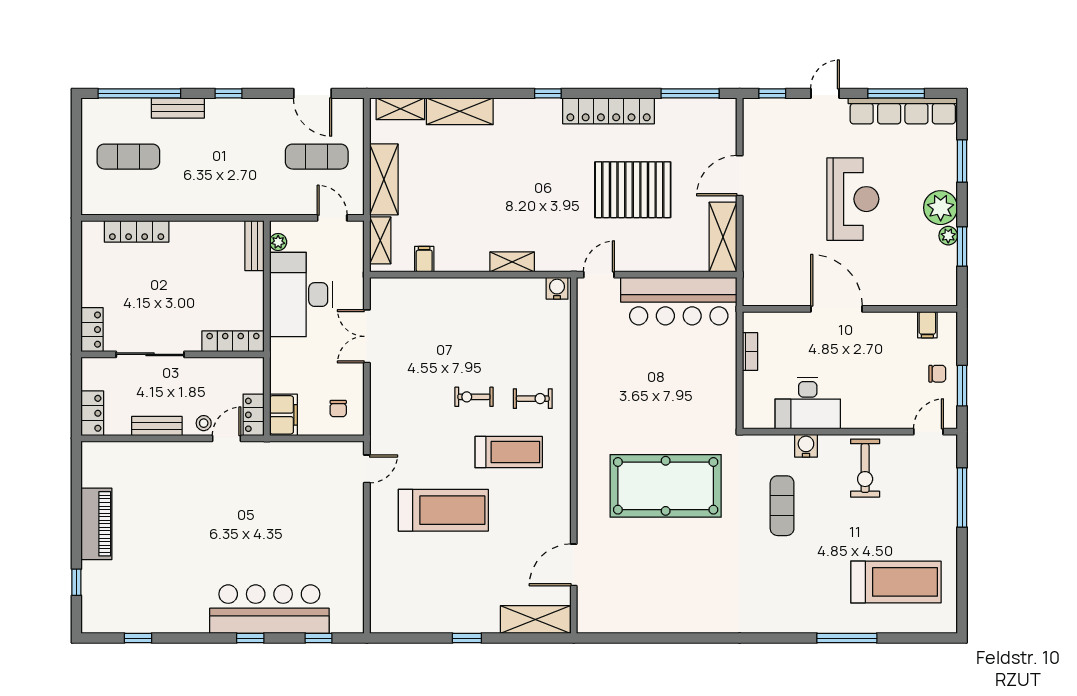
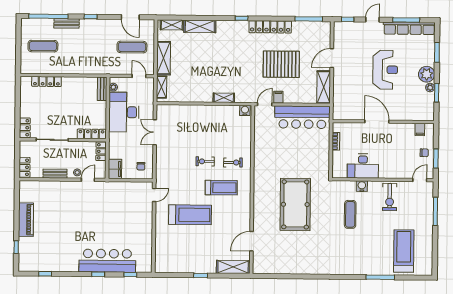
filing cabinet: (424, 259) -> (278, 97), moved
locker: (254, 415) -> (101, 151), moved
pool table: (666, 486) -> (295, 204), turned 90
treadmill: (896, 582) -> (404, 251), turned -90

